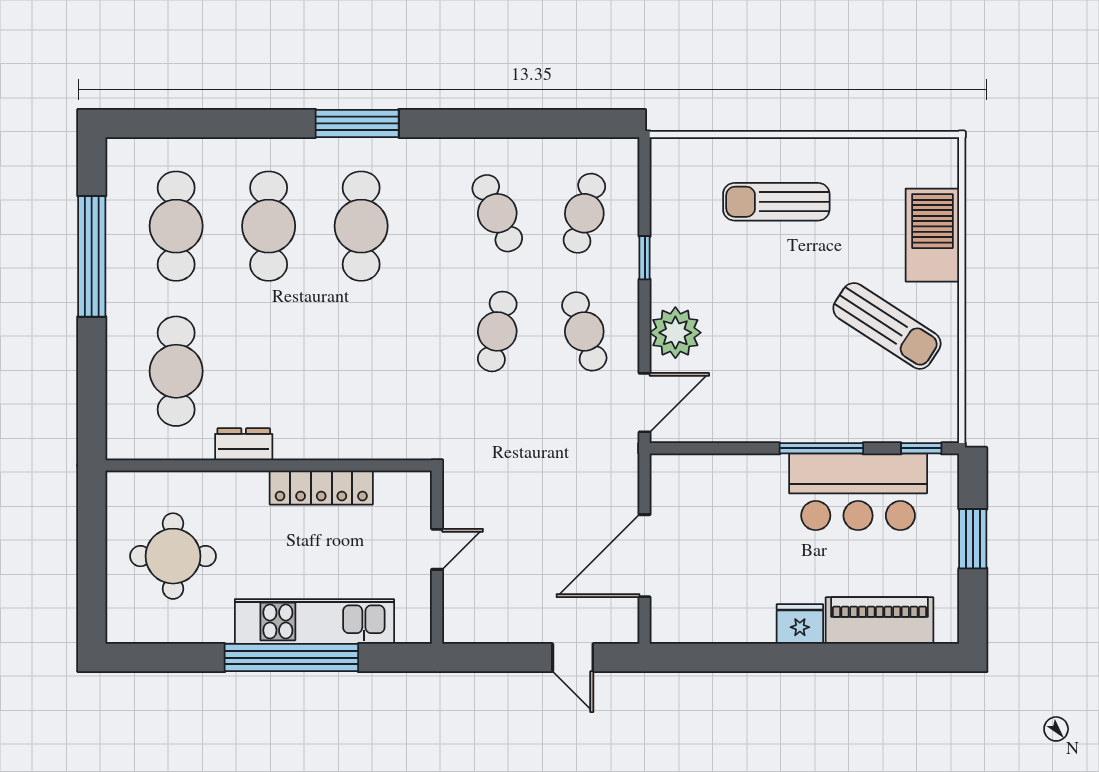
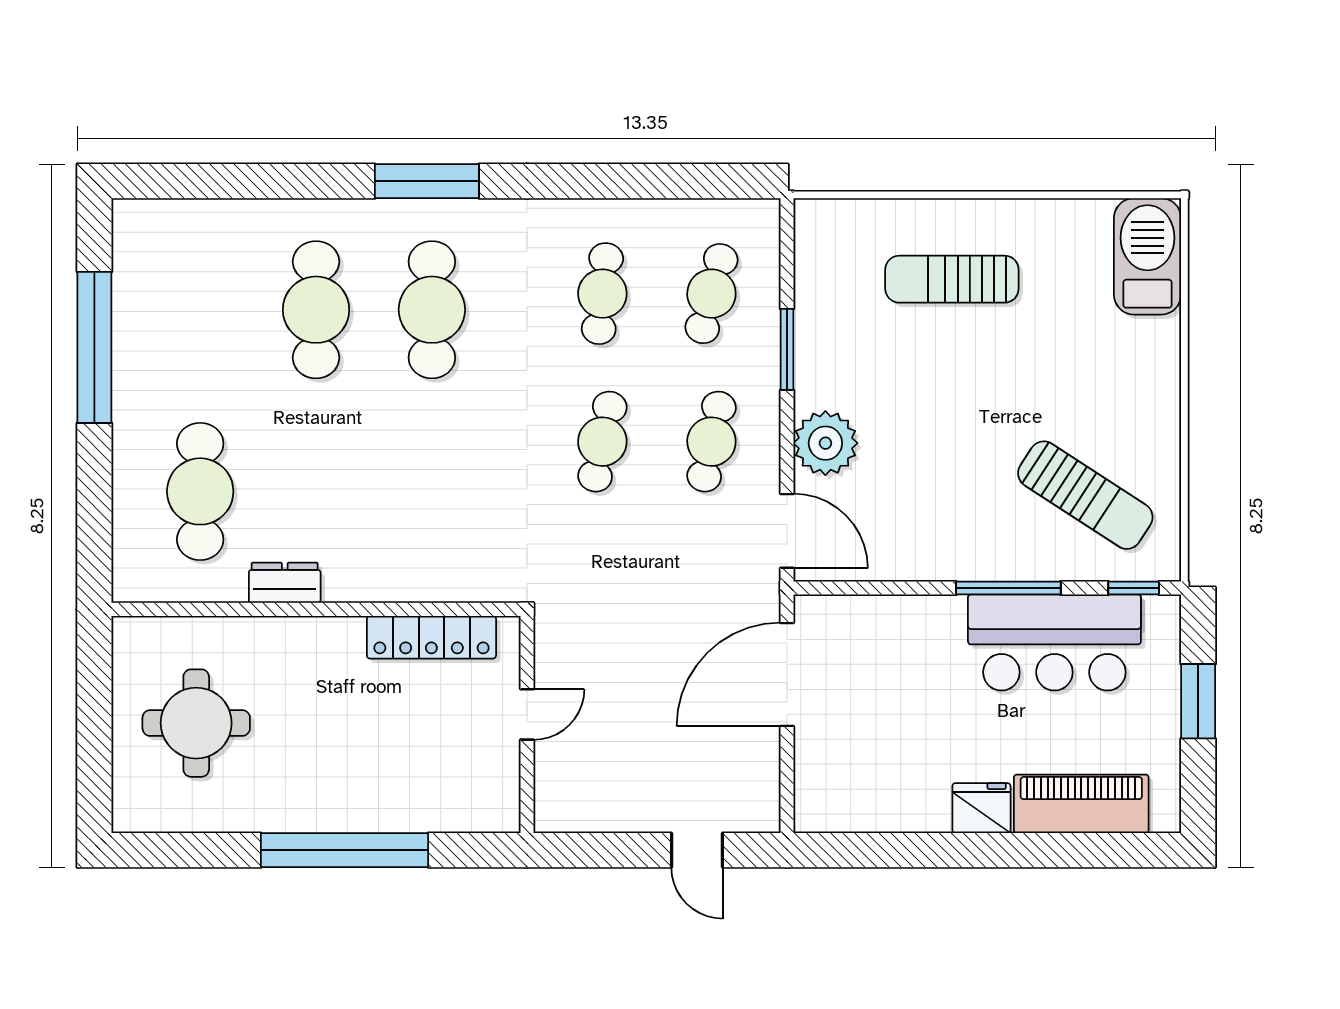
cafe table: (497, 213) -> (602, 294), turned 30
cafe table: (176, 226) -> (200, 310), removed
barbecue: (932, 235) -> (1148, 256), moved
window: (645, 258) -> (787, 349), width x1.50
sun lounger: (887, 326) -> (1085, 495), moved
cafe table: (584, 331) -> (711, 442), turned 30
door: (645, 403) -> (787, 531), hinge flipped
locker: (321, 488) -> (431, 637), moved
door: (645, 556) -> (787, 674), moved
kitchen unit: (314, 622) -> (373, 805), removed

